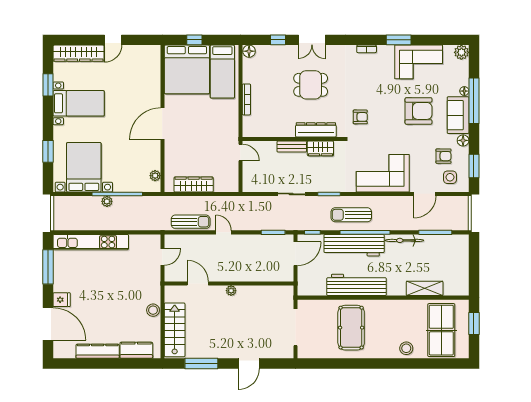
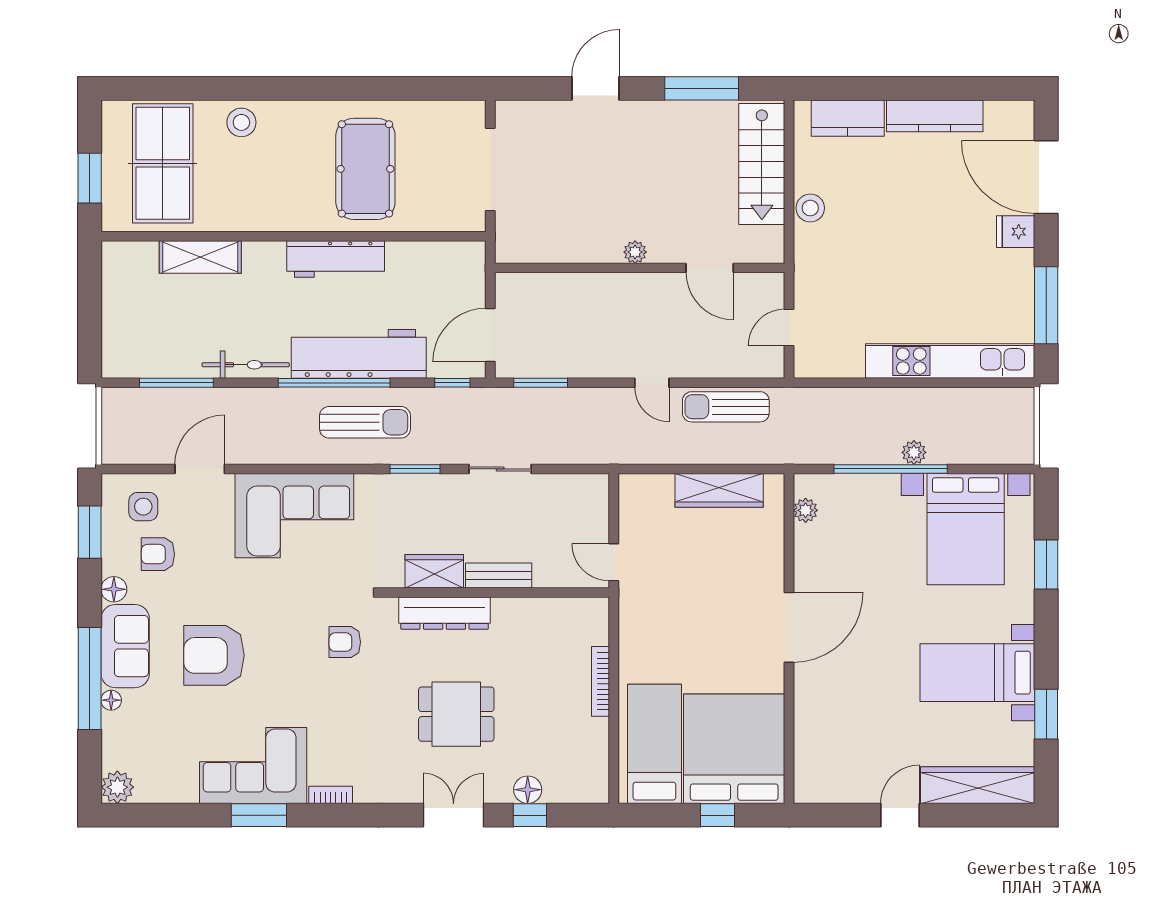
floor lamp: (249, 51) -> (528, 790), moved
corner sofa: (419, 62) -> (253, 765), moved
workbench: (357, 285) -> (336, 259), width x0.73, depth x0.76

